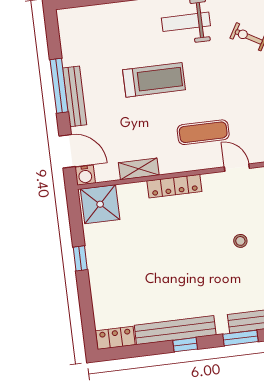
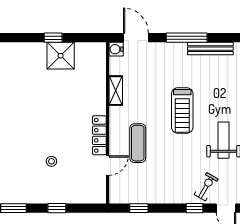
bench: (75, 96) -> (210, 49), moved
door: (67, 151) -> (136, 38), swing flipped
locker: (174, 186) -> (99, 135), moved
shower: (100, 204) -> (61, 56), moved

